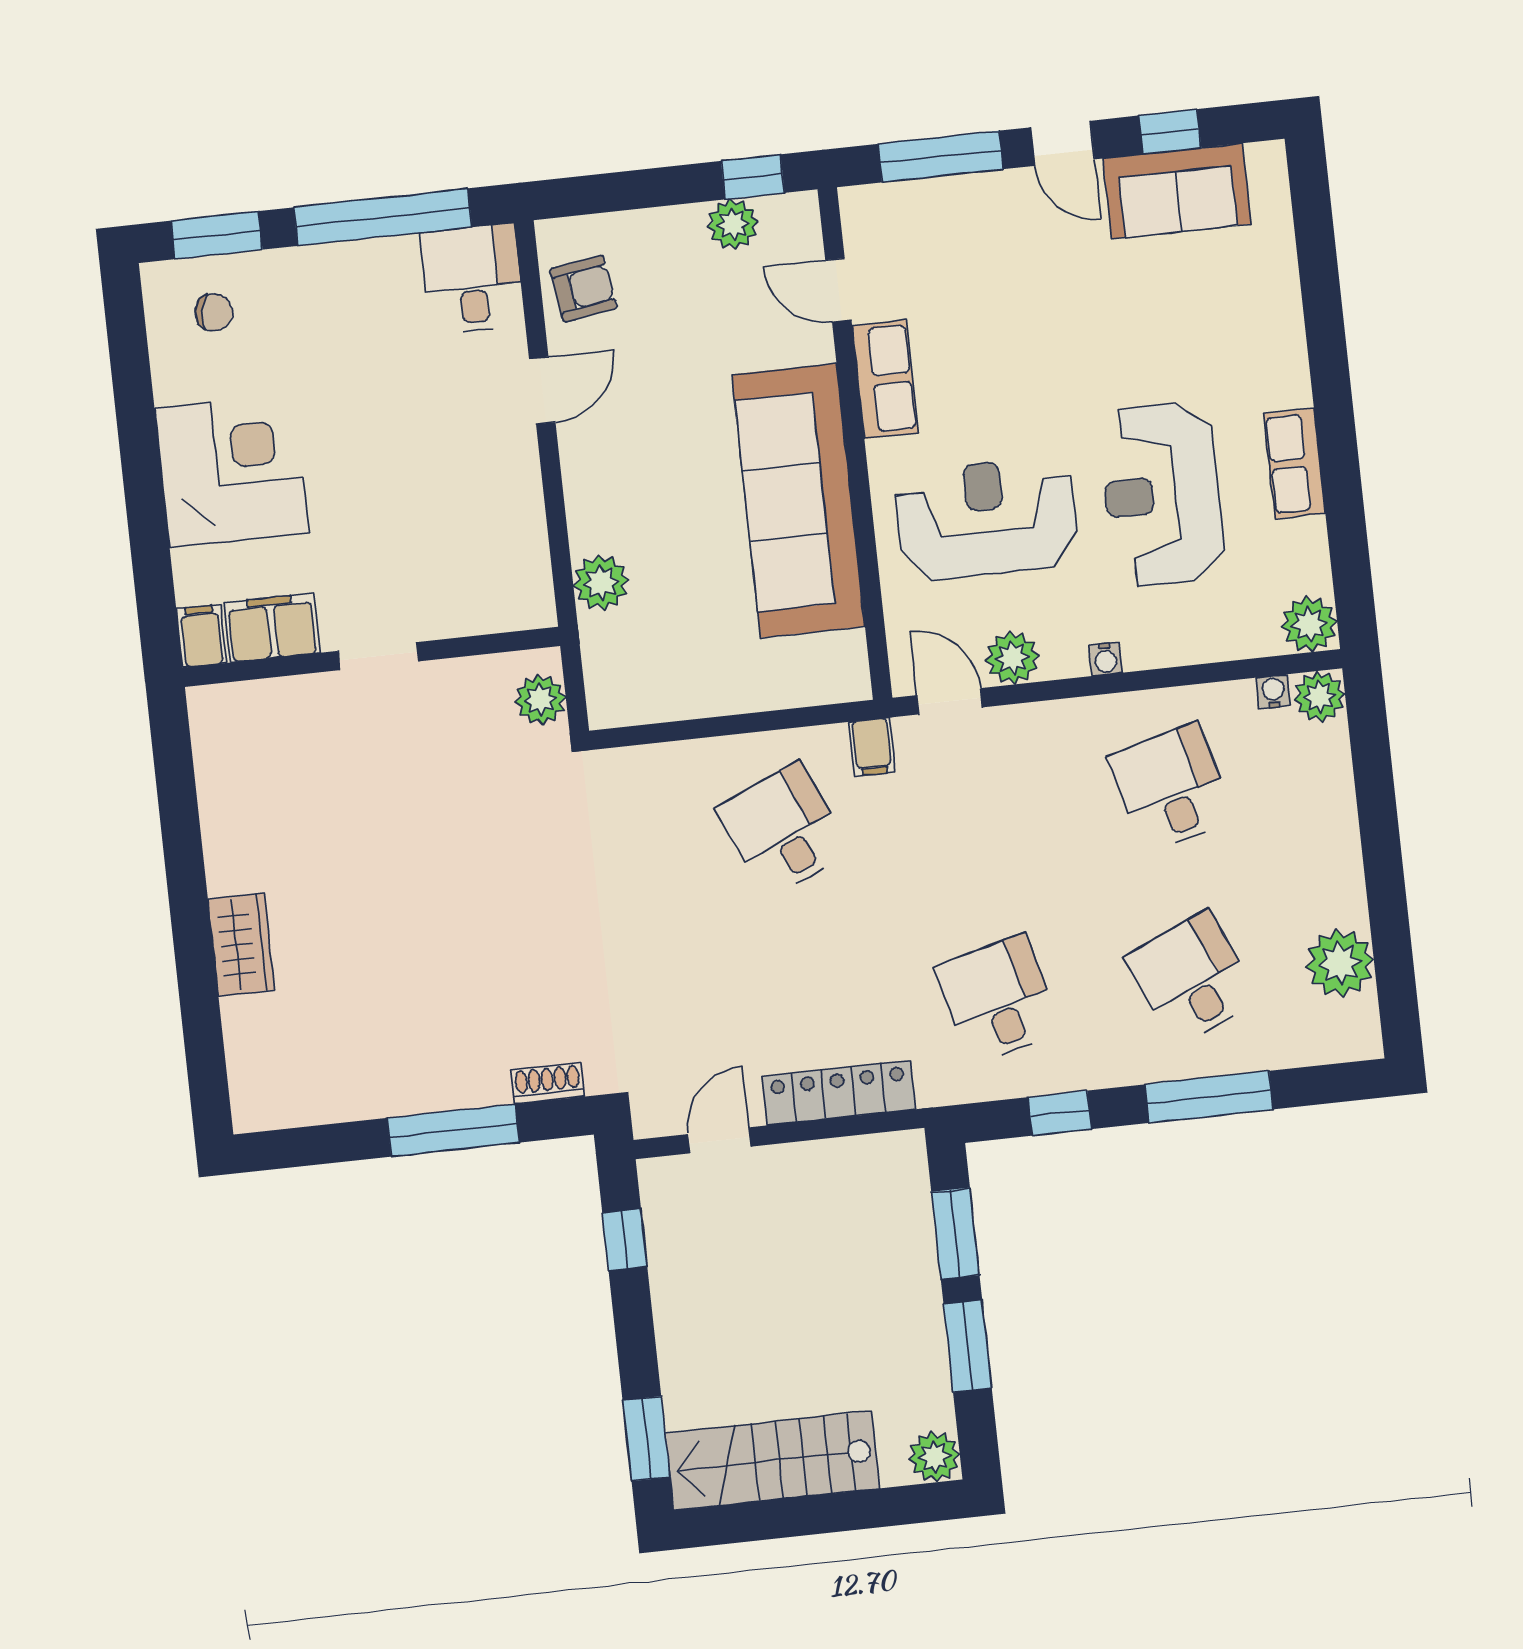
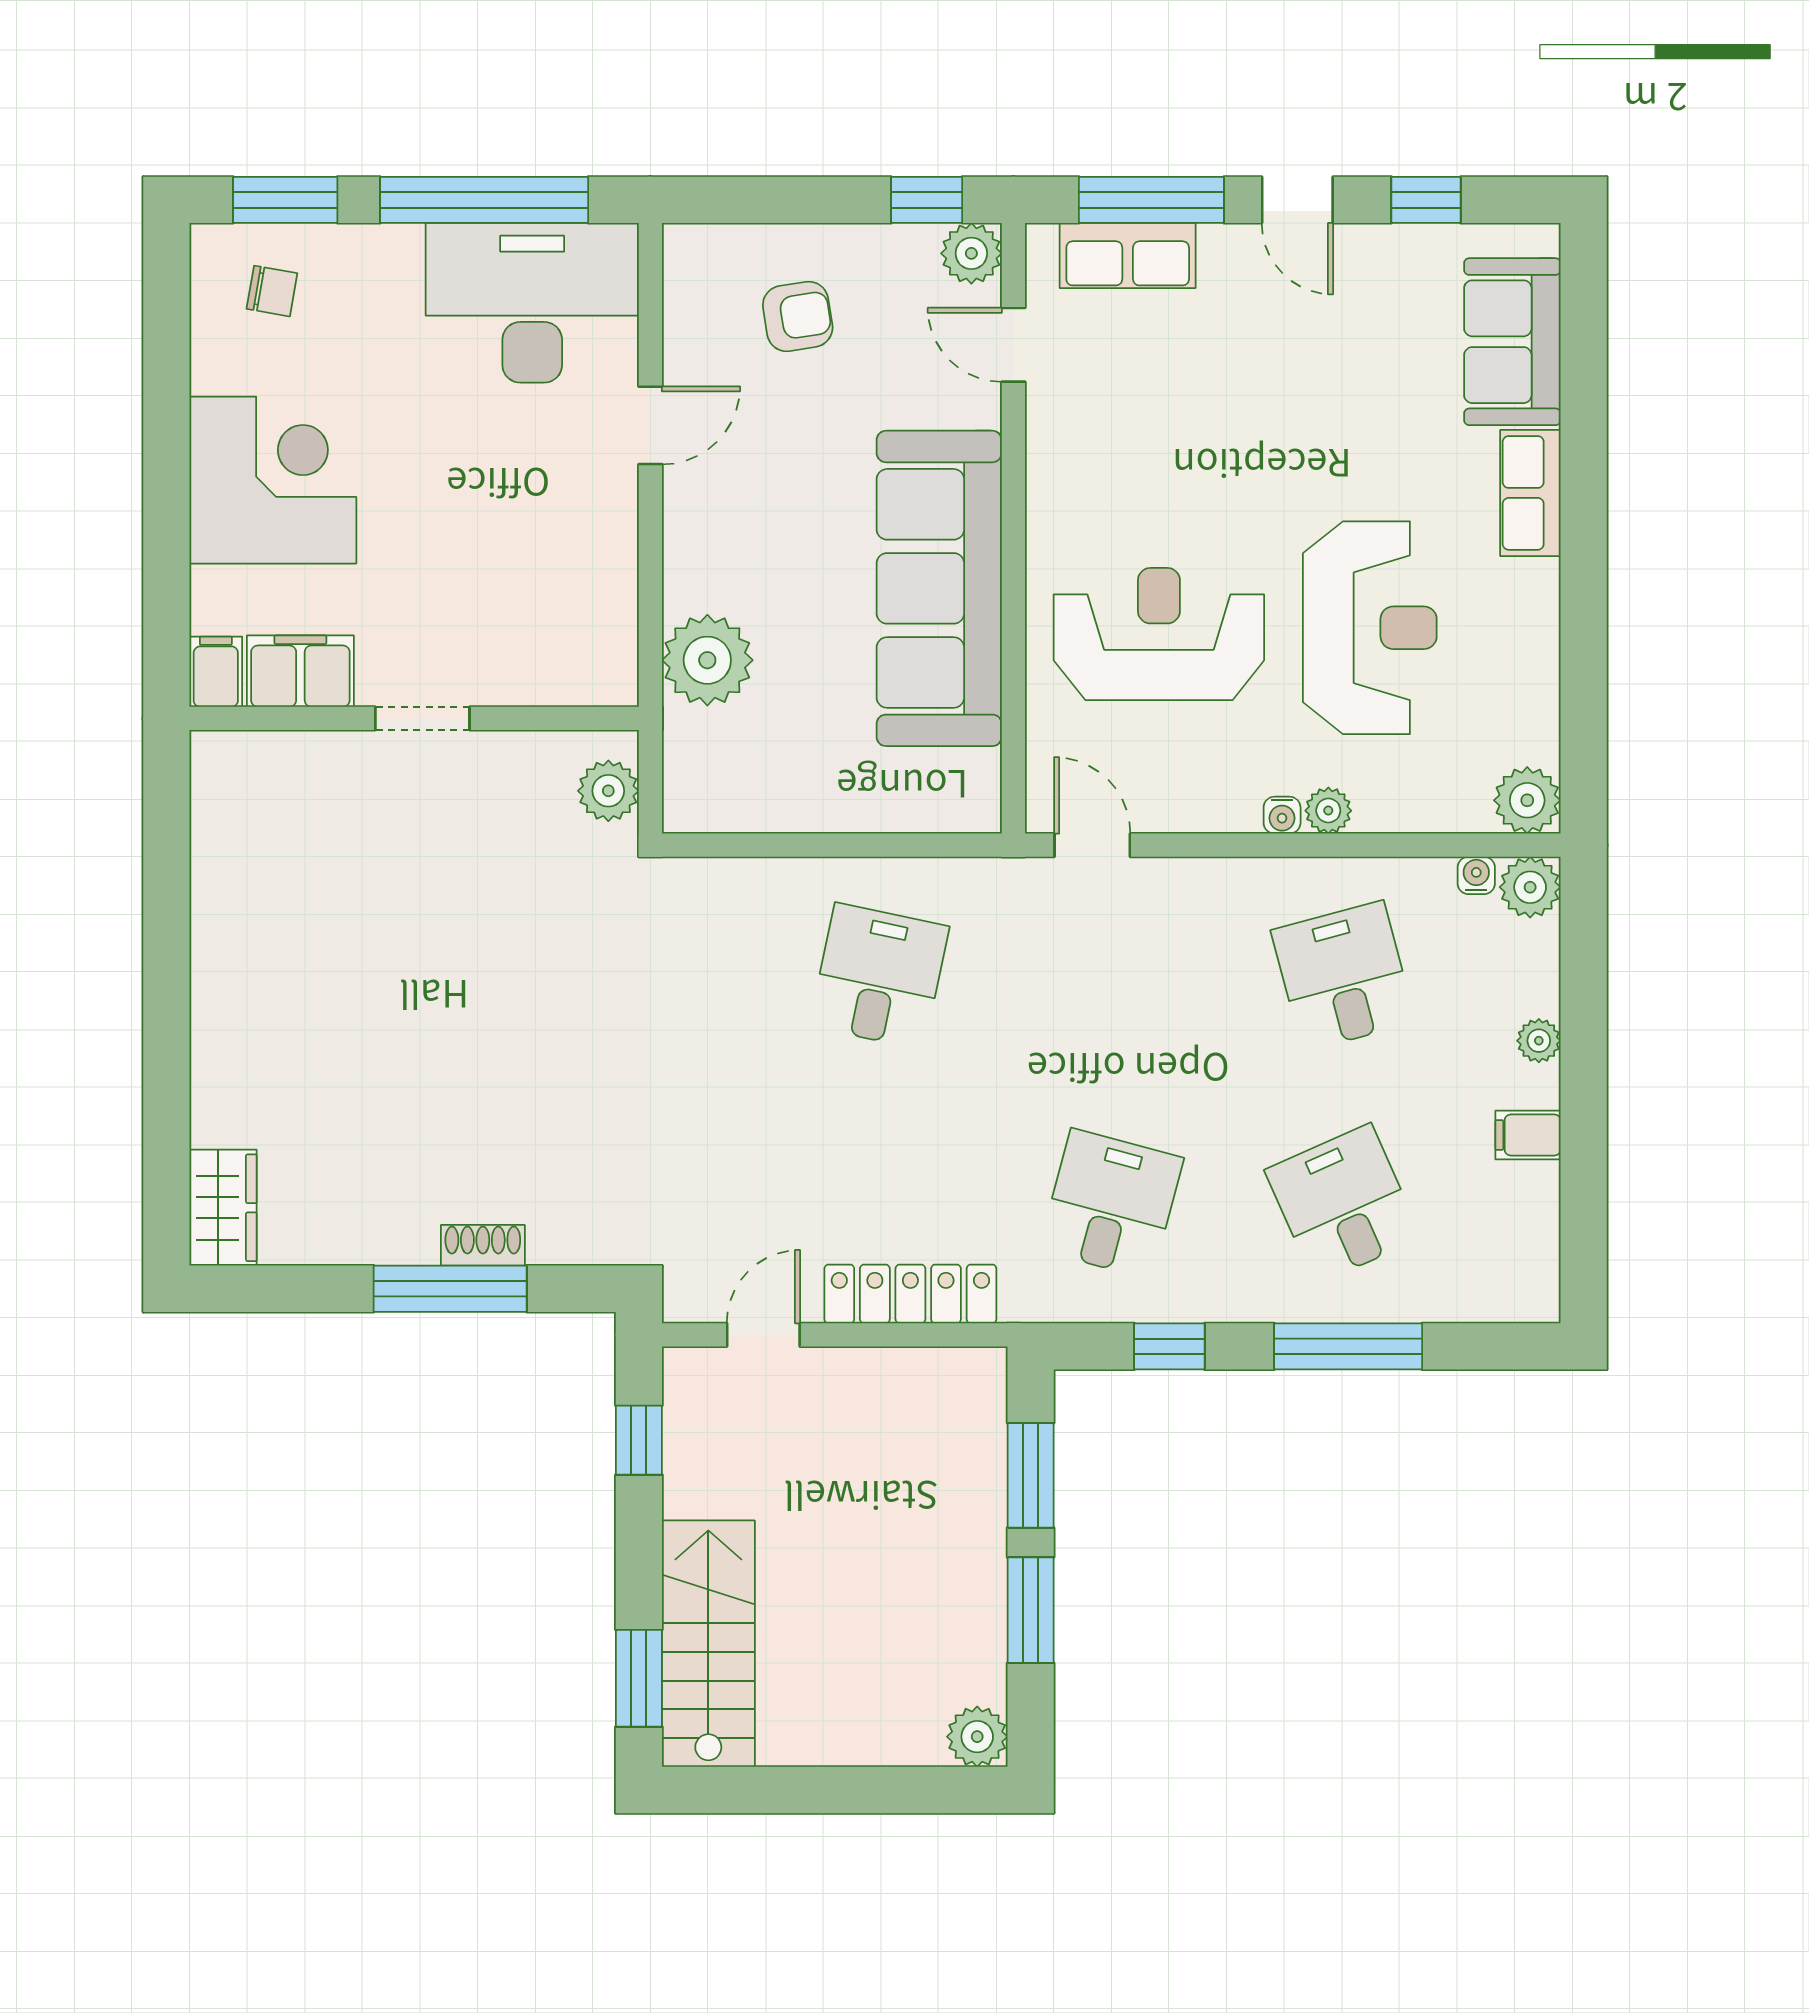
sofa: (1177, 191) -> (1512, 342), moved, turned 90
plant: (733, 224) -> (971, 253), moved
desk: (472, 279) -> (532, 303), width x1.87, depth x1.30
armchair: (583, 289) -> (798, 316), moved
row of seats: (885, 379) -> (1128, 256), moved, turned 90
row of seats: (1294, 463) -> (1530, 493), moved
reception desk: (1162, 494) -> (1370, 628), turned 180
plant: (601, 583) -> (707, 660), width x1.36, depth x1.36
plant: (1012, 658) -> (1328, 811), moved, width x0.73, depth x0.73
filing cabinet: (872, 747) -> (1528, 1135), moved, turned 90
desk: (784, 830) -> (879, 976), turned 36
wardrobe: (241, 945) -> (223, 1208), moved
plant: (1340, 963) -> (1539, 1041), moved, width x0.53, depth x0.53
desk: (998, 999) -> (1111, 1204), turned 30
shoe rack: (548, 1083) -> (483, 1245), moved
stairs: (772, 1461) -> (708, 1644), moved, turned 90

